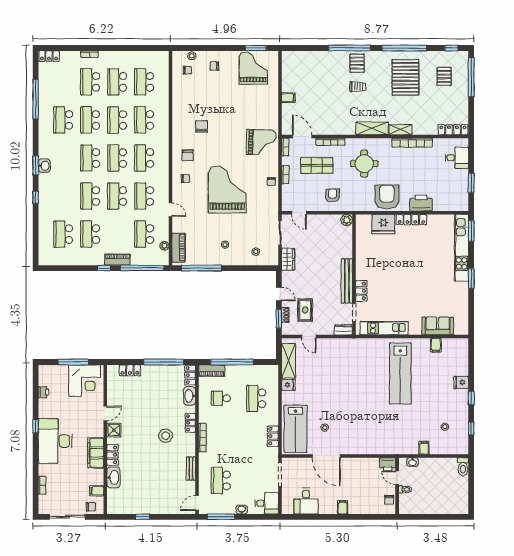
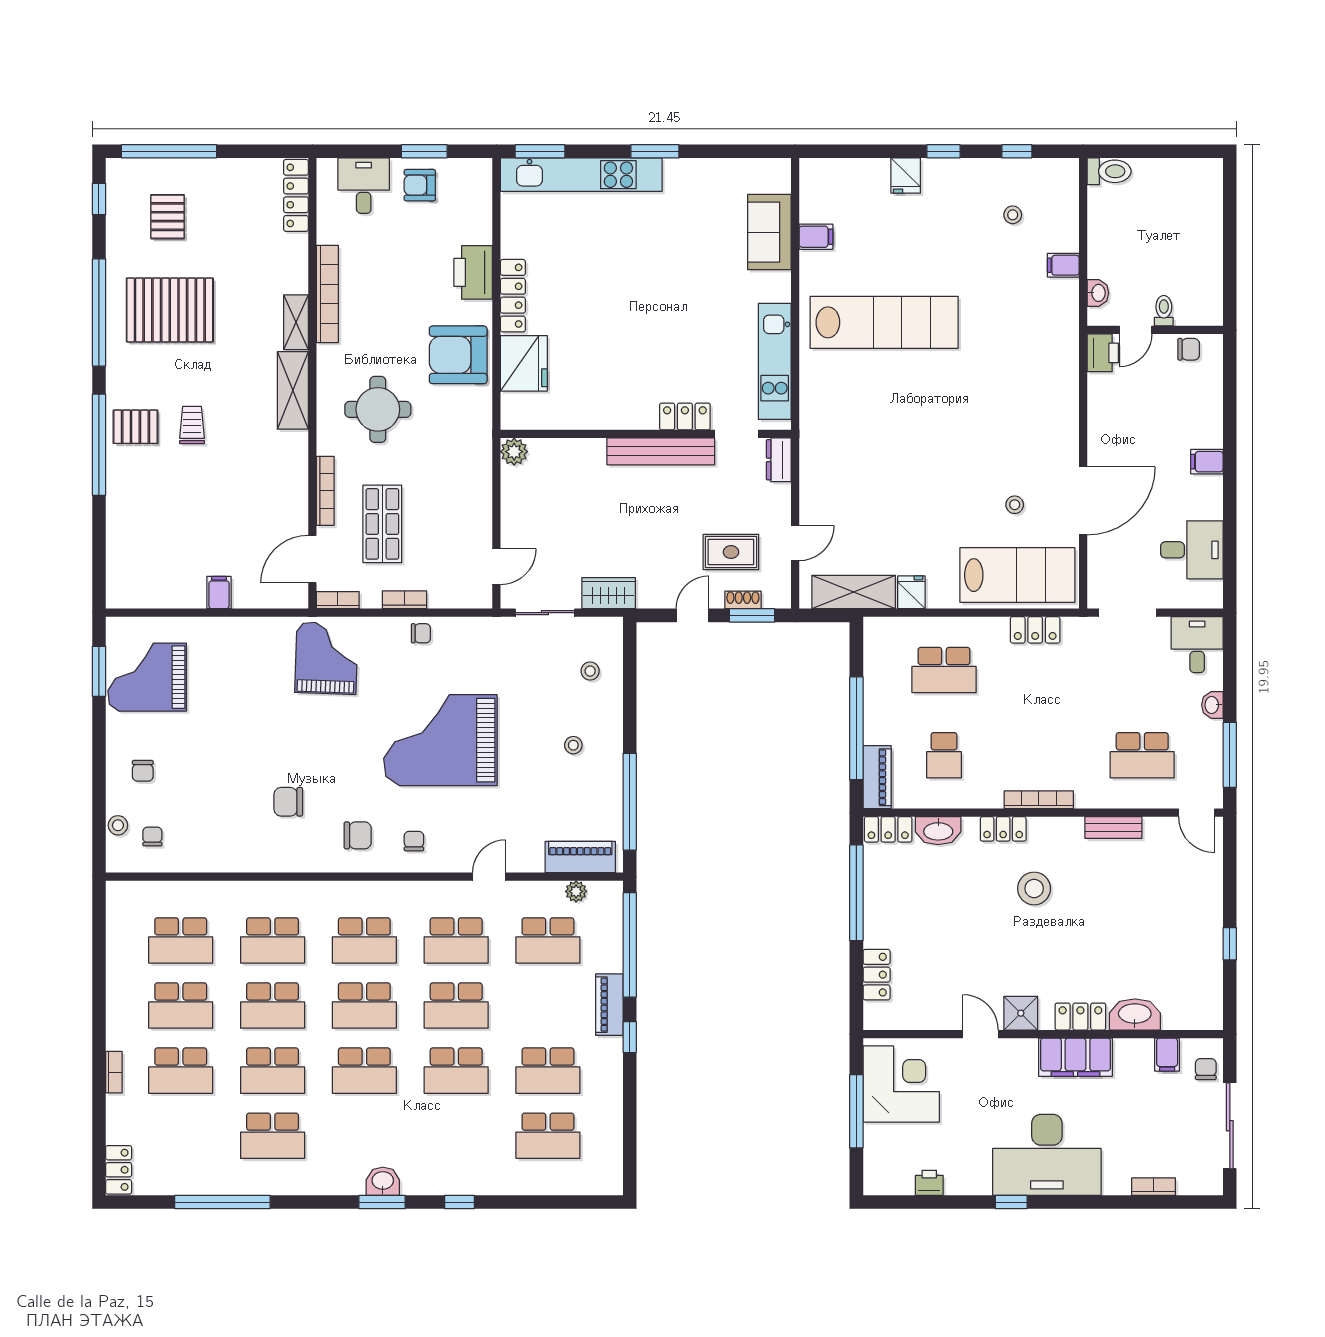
pallet: (444, 76) -> (168, 217), turned 90
armchair: (333, 195) -> (420, 185), moved

